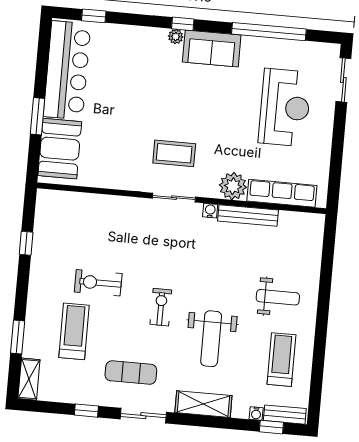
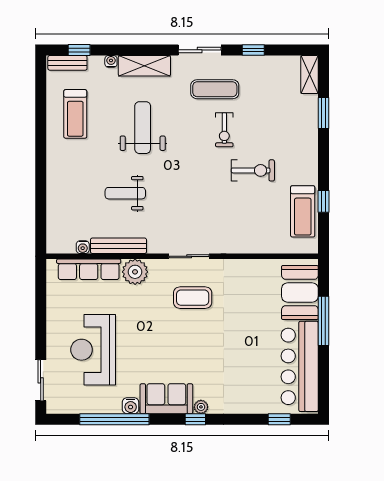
water cooler: (250, 44) -> (131, 406), added
window: (37, 116) -> (324, 321), width x1.44
water cooler: (210, 211) -> (83, 247), moved
weight bench: (278, 297) -> (125, 193), moved
exercise bike: (161, 307) -> (224, 130), moved
treadmill: (74, 331) -> (303, 211), moved
water cooler: (256, 413) -> (111, 61), moved

